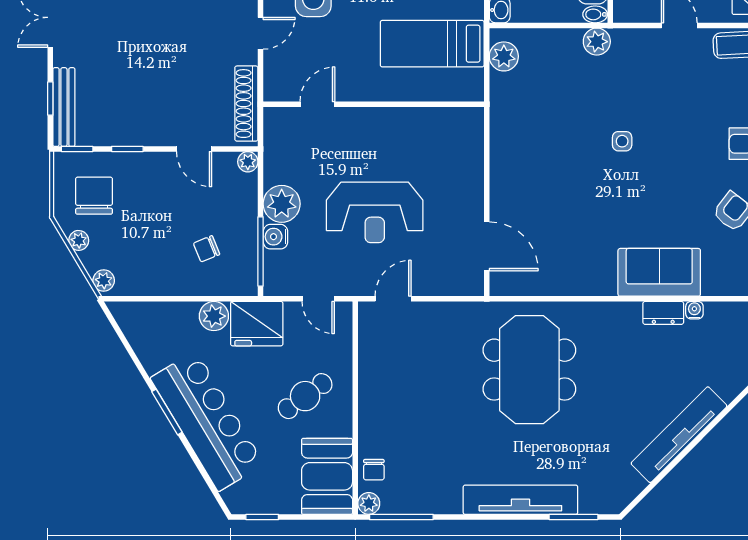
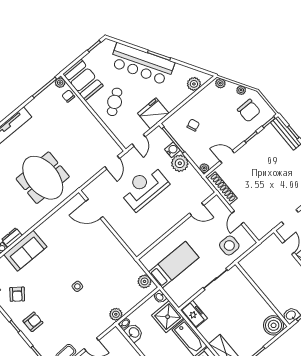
door: (317, 104) -> (197, 209), hinge flipped
door: (318, 299) -> (139, 140), swing flipped
plant: (214, 316) -> (194, 84), moved

